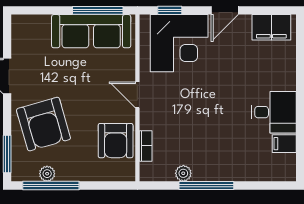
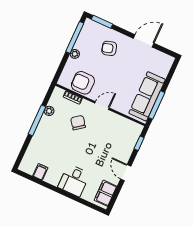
corner desk: (179, 43) -> (119, 140), removed
desk: (274, 112) -> (74, 180), moved
chair: (181, 120) -> (78, 123), added
armchair: (43, 124) -> (109, 48), width x0.53, depth x0.53
plant: (47, 174) -> (75, 54), moved

